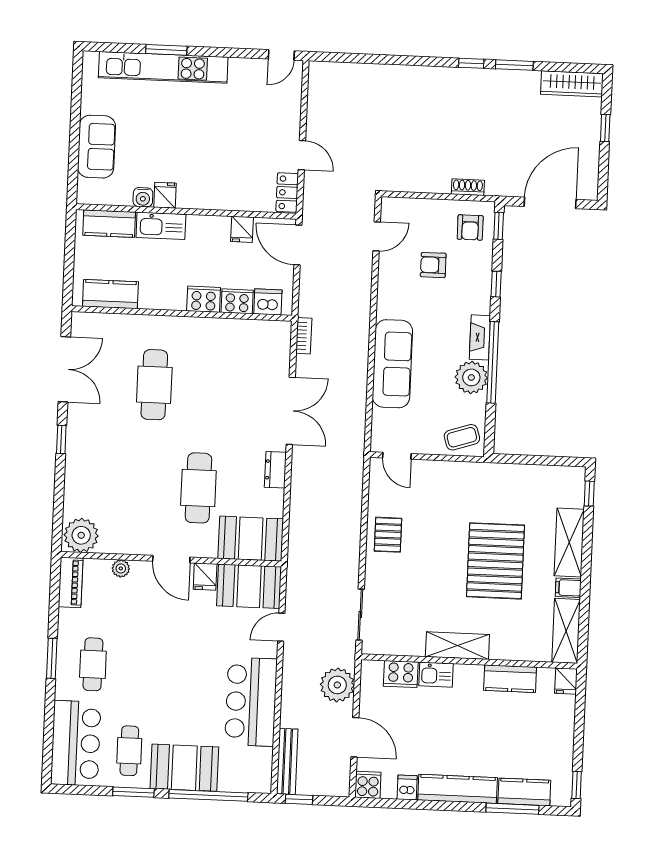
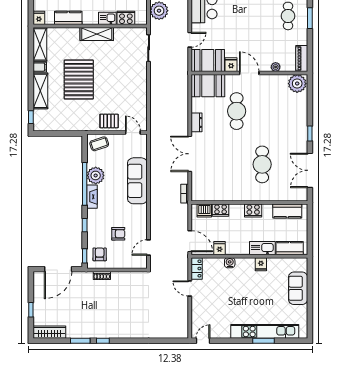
water cooler: (143, 197) -> (230, 263), moved
cooker: (204, 299) -> (253, 210), moved
pallet: (388, 535) -> (109, 121), moved, turned 90

